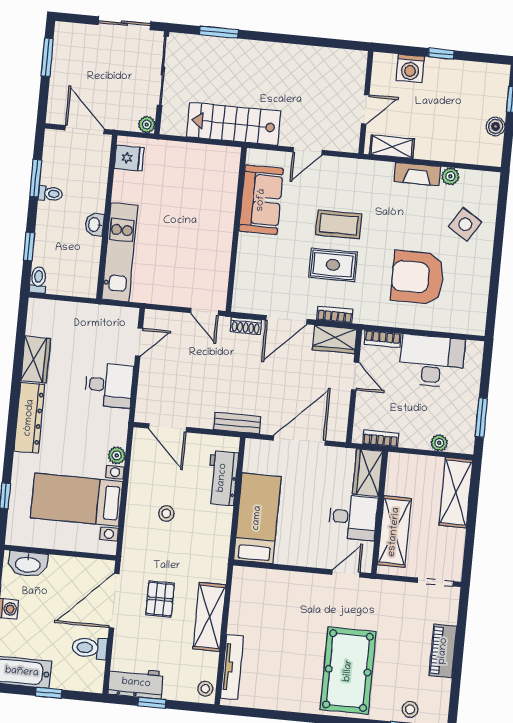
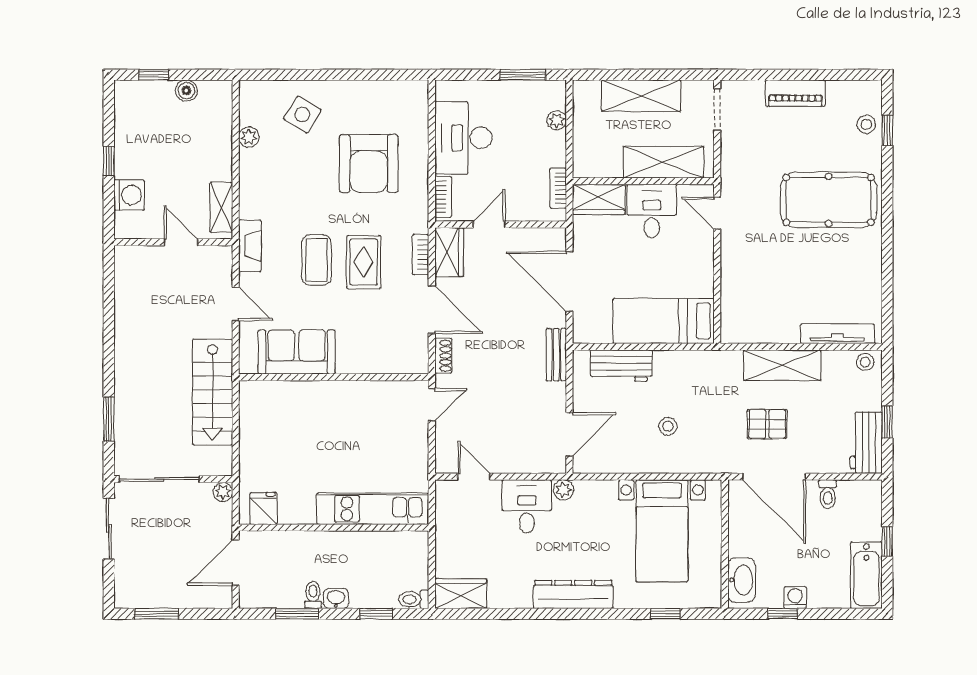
fireplace: (417, 174) -> (250, 246), moved
washbasin: (95, 225) -> (336, 598), moved, turned 180
wardrobe: (36, 360) -> (461, 594), moved
plant: (117, 455) -> (564, 490), moved
shelving: (456, 493) -> (641, 96), moved
toilet: (90, 648) -> (828, 494), width x0.73, depth x0.72

